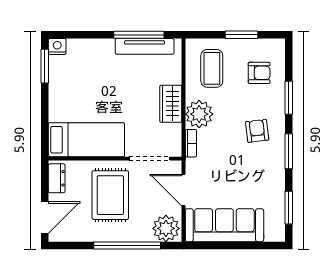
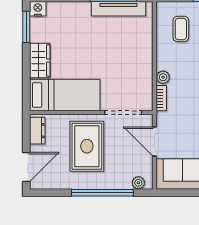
coffee table: (212, 68) -> (181, 29), width x0.73, depth x0.77
wardrobe: (171, 104) -> (40, 61), moved, turned 180
plant: (199, 114) -> (163, 77), width x0.53, depth x0.53
plant: (166, 228) -> (138, 183), width x0.53, depth x0.53

